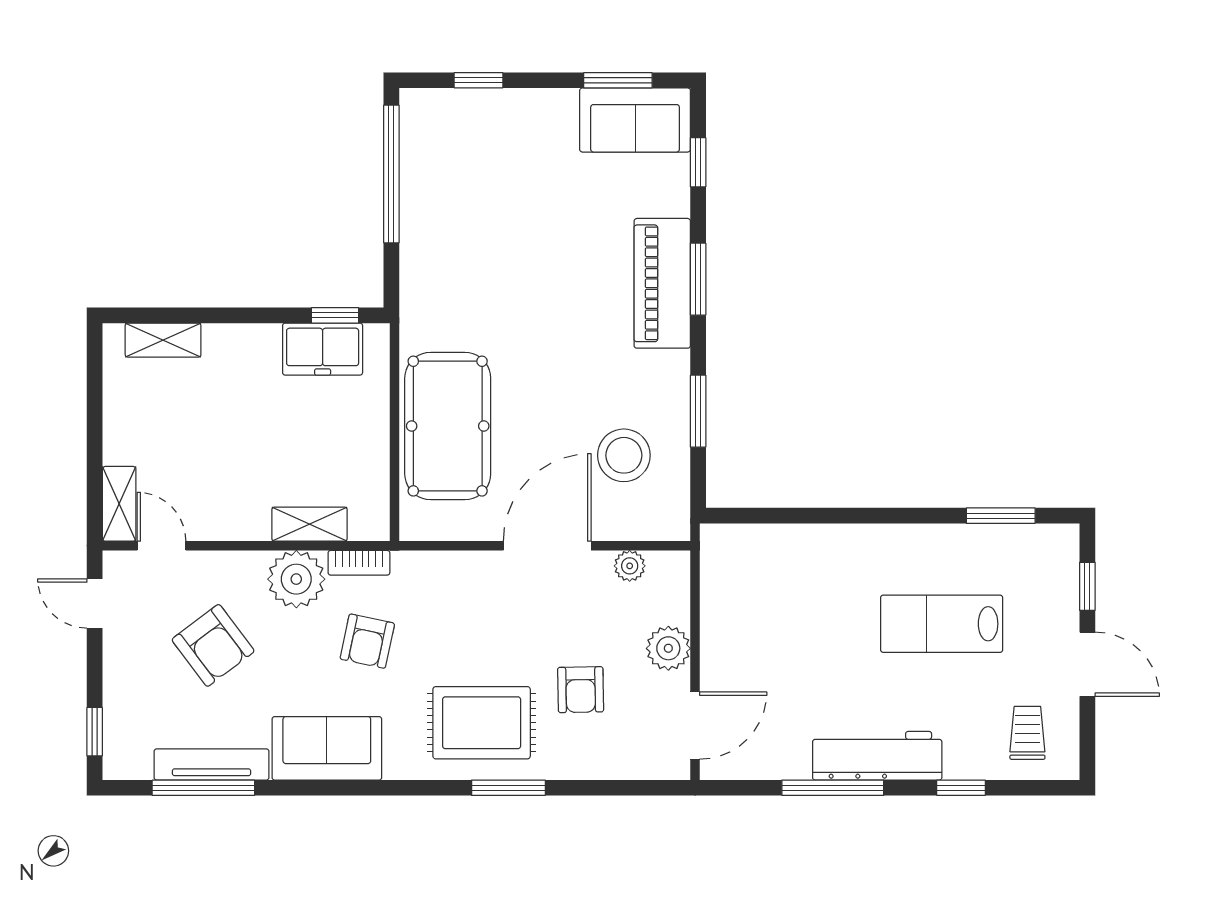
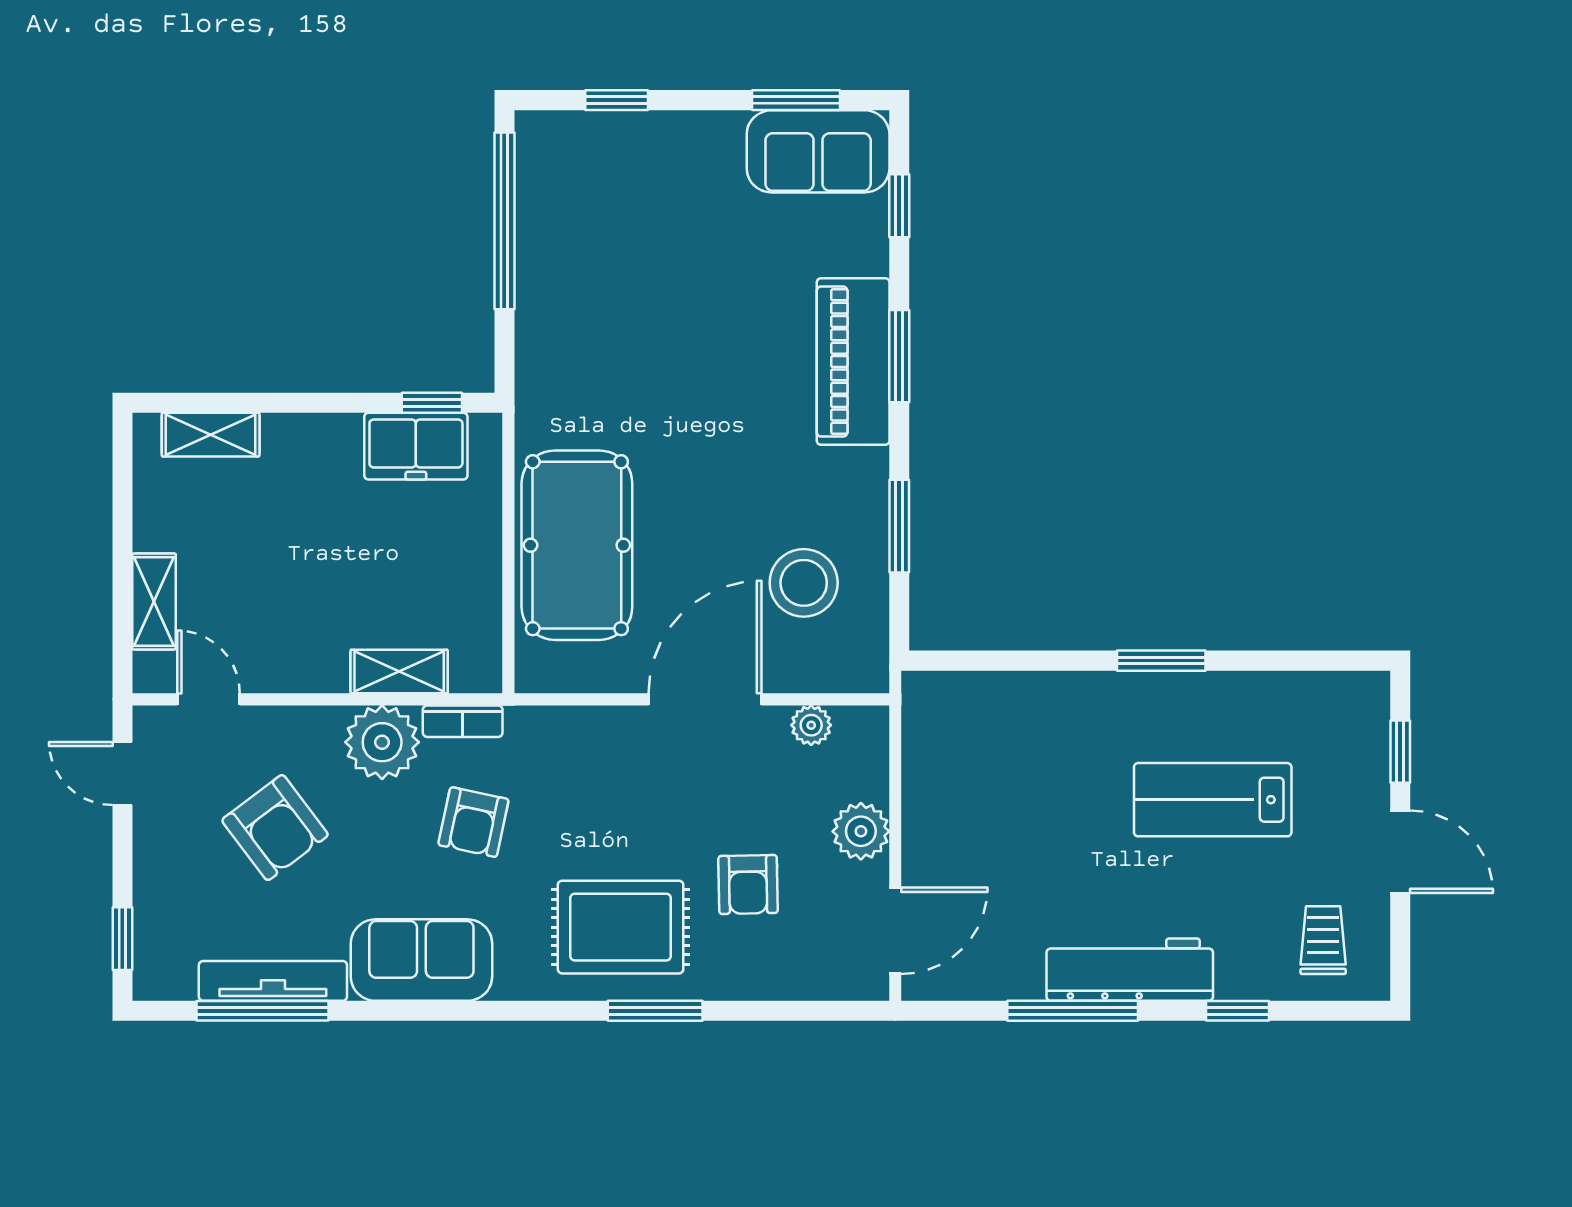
shelving: (119, 504) -> (154, 601), moved
window: (1001, 516) -> (1161, 661), moved

